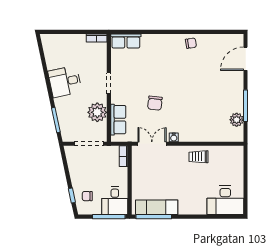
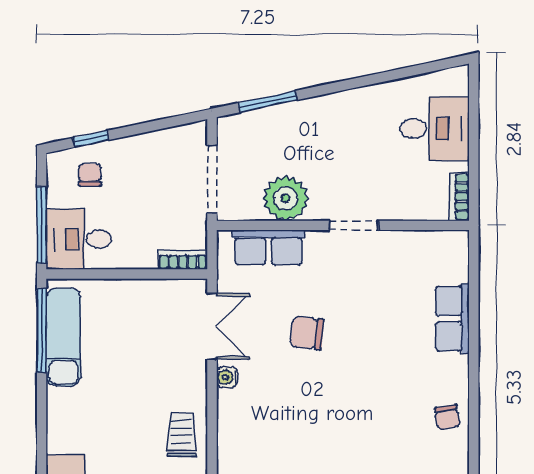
row of seats: (126, 41) -> (452, 319), moved
desk: (65, 82) -> (435, 129), moved, turned 102

